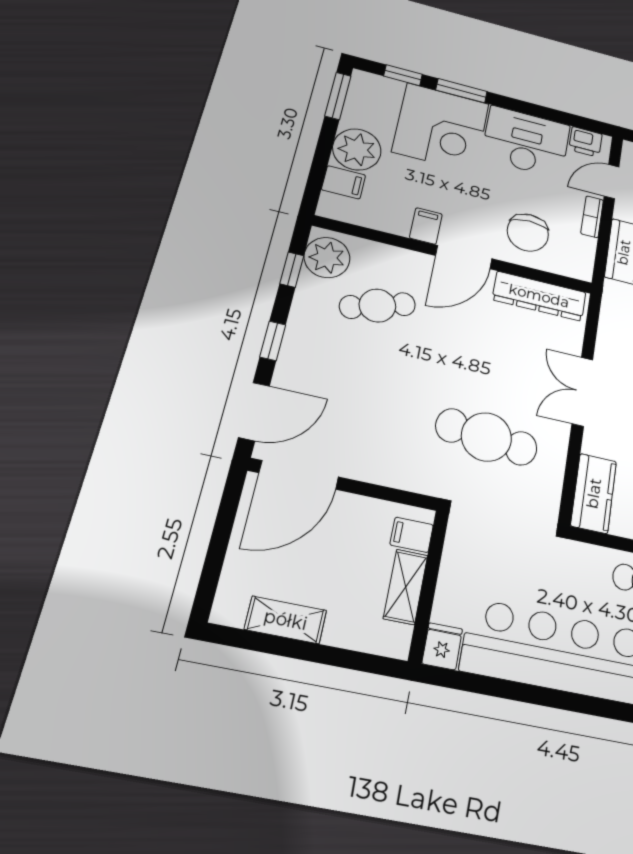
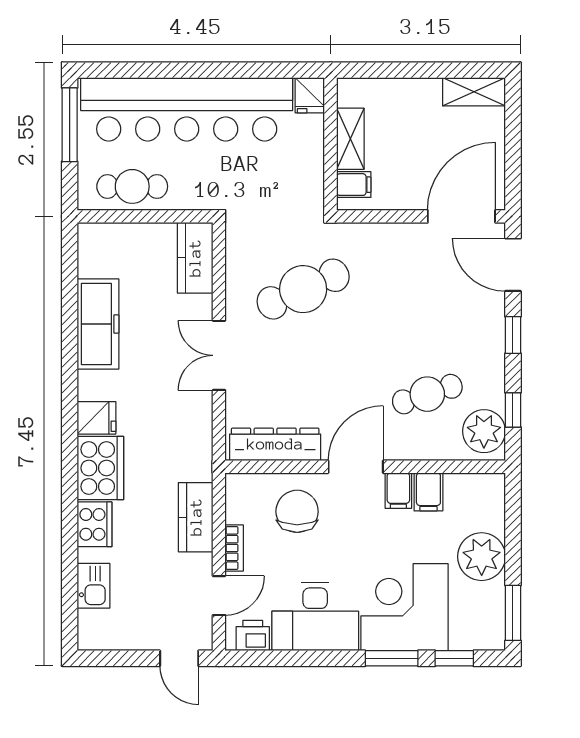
filing cabinet: (343, 182) -> (428, 492), moved, turned -90
double door: (582, 392) -> (219, 355), swing flipped
door: (254, 412) -> (513, 265), hinge flipped
cafe table: (486, 437) -> (303, 289), turned -30
shelving: (286, 620) -> (474, 92), moved

